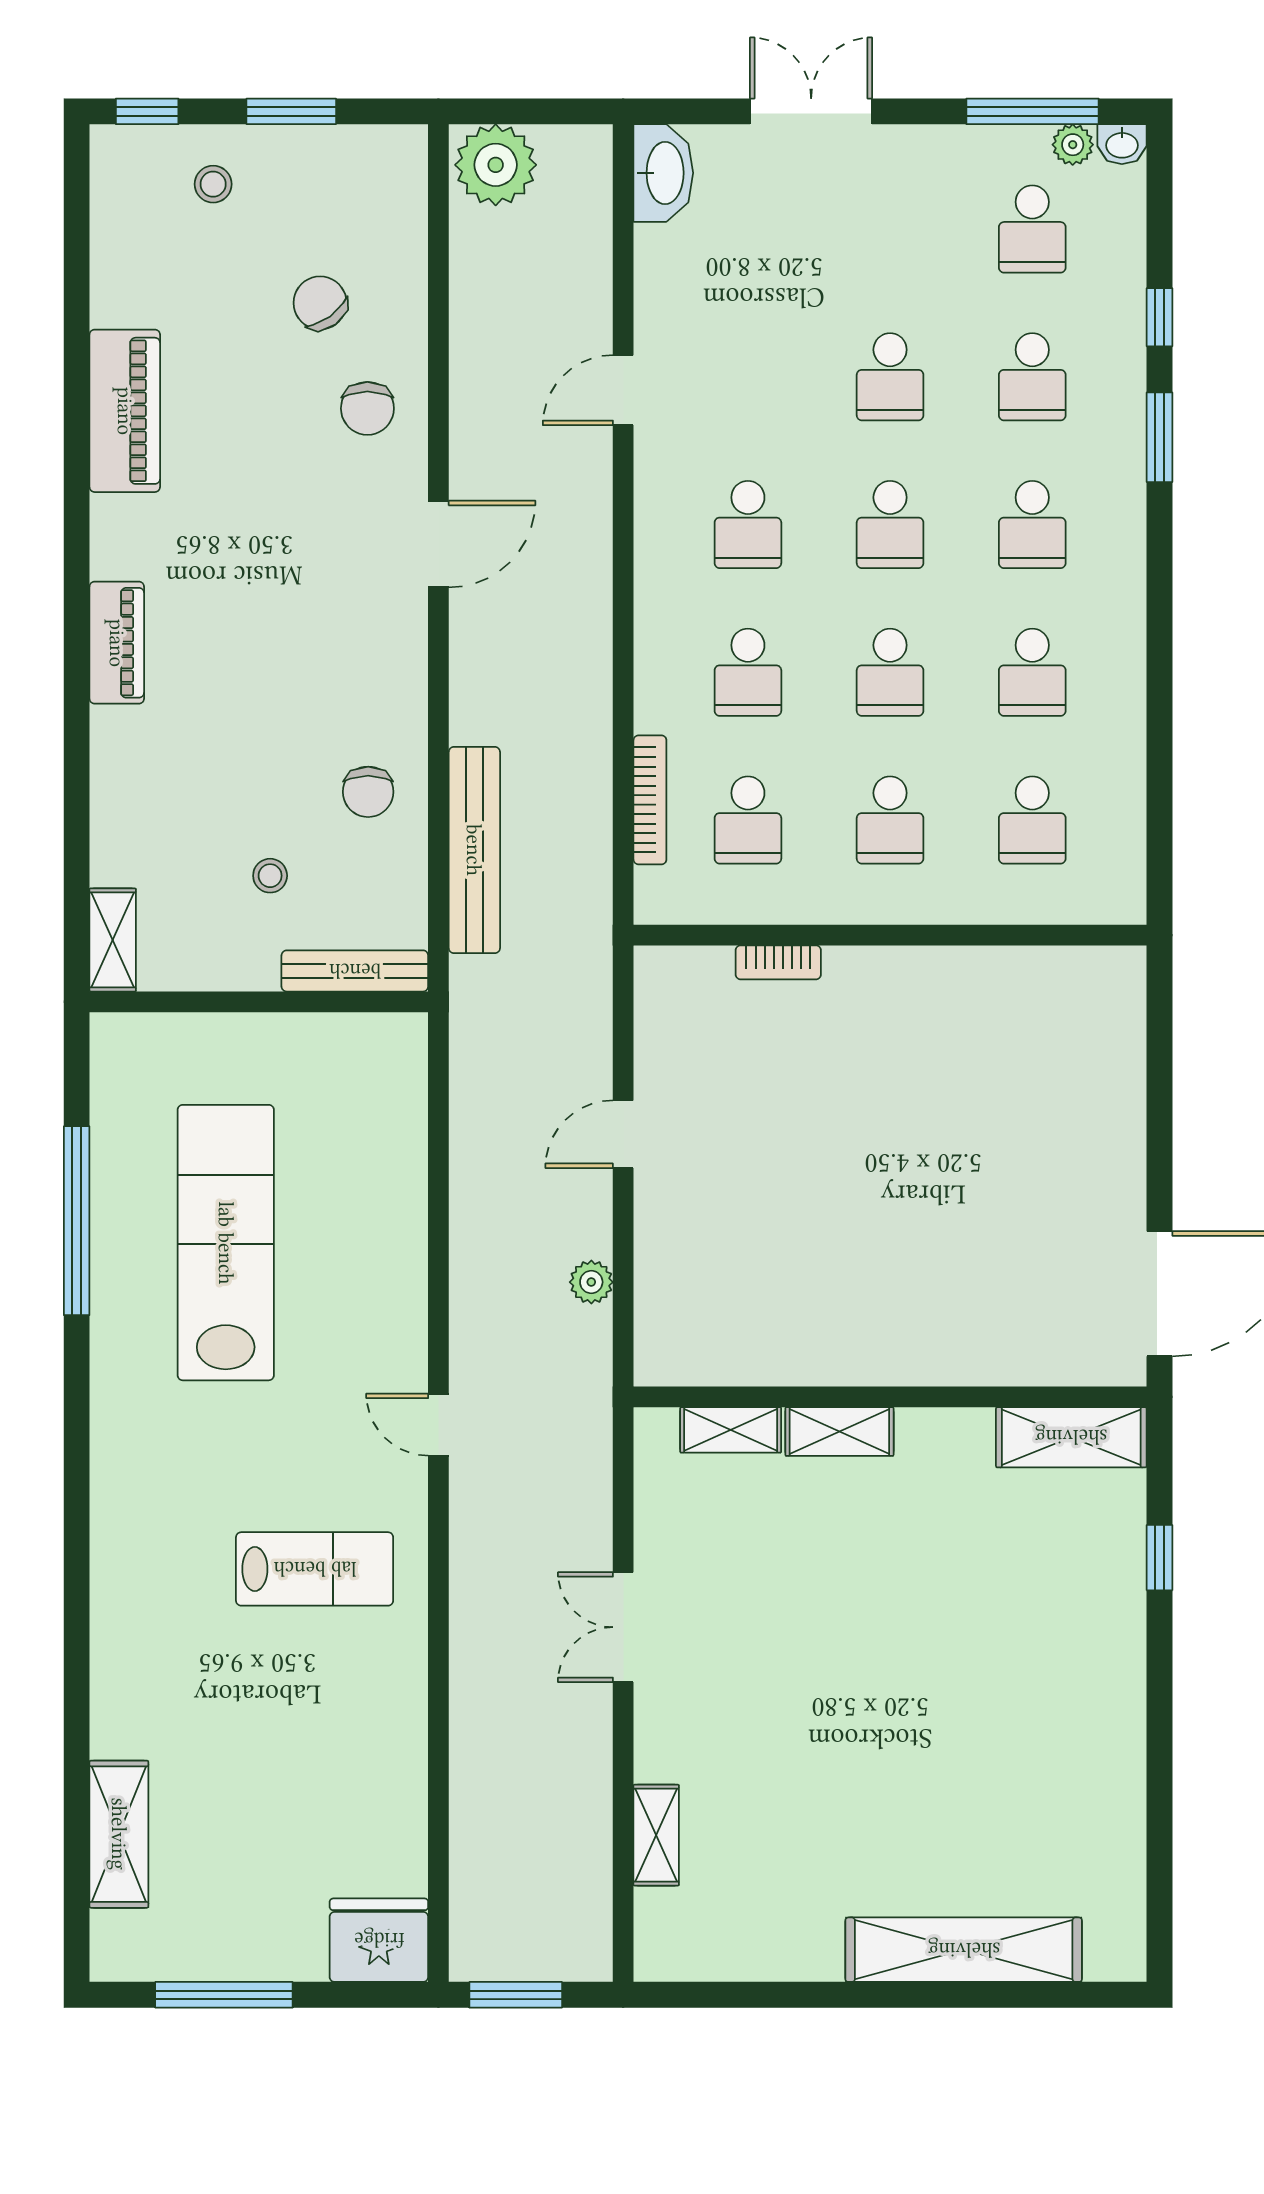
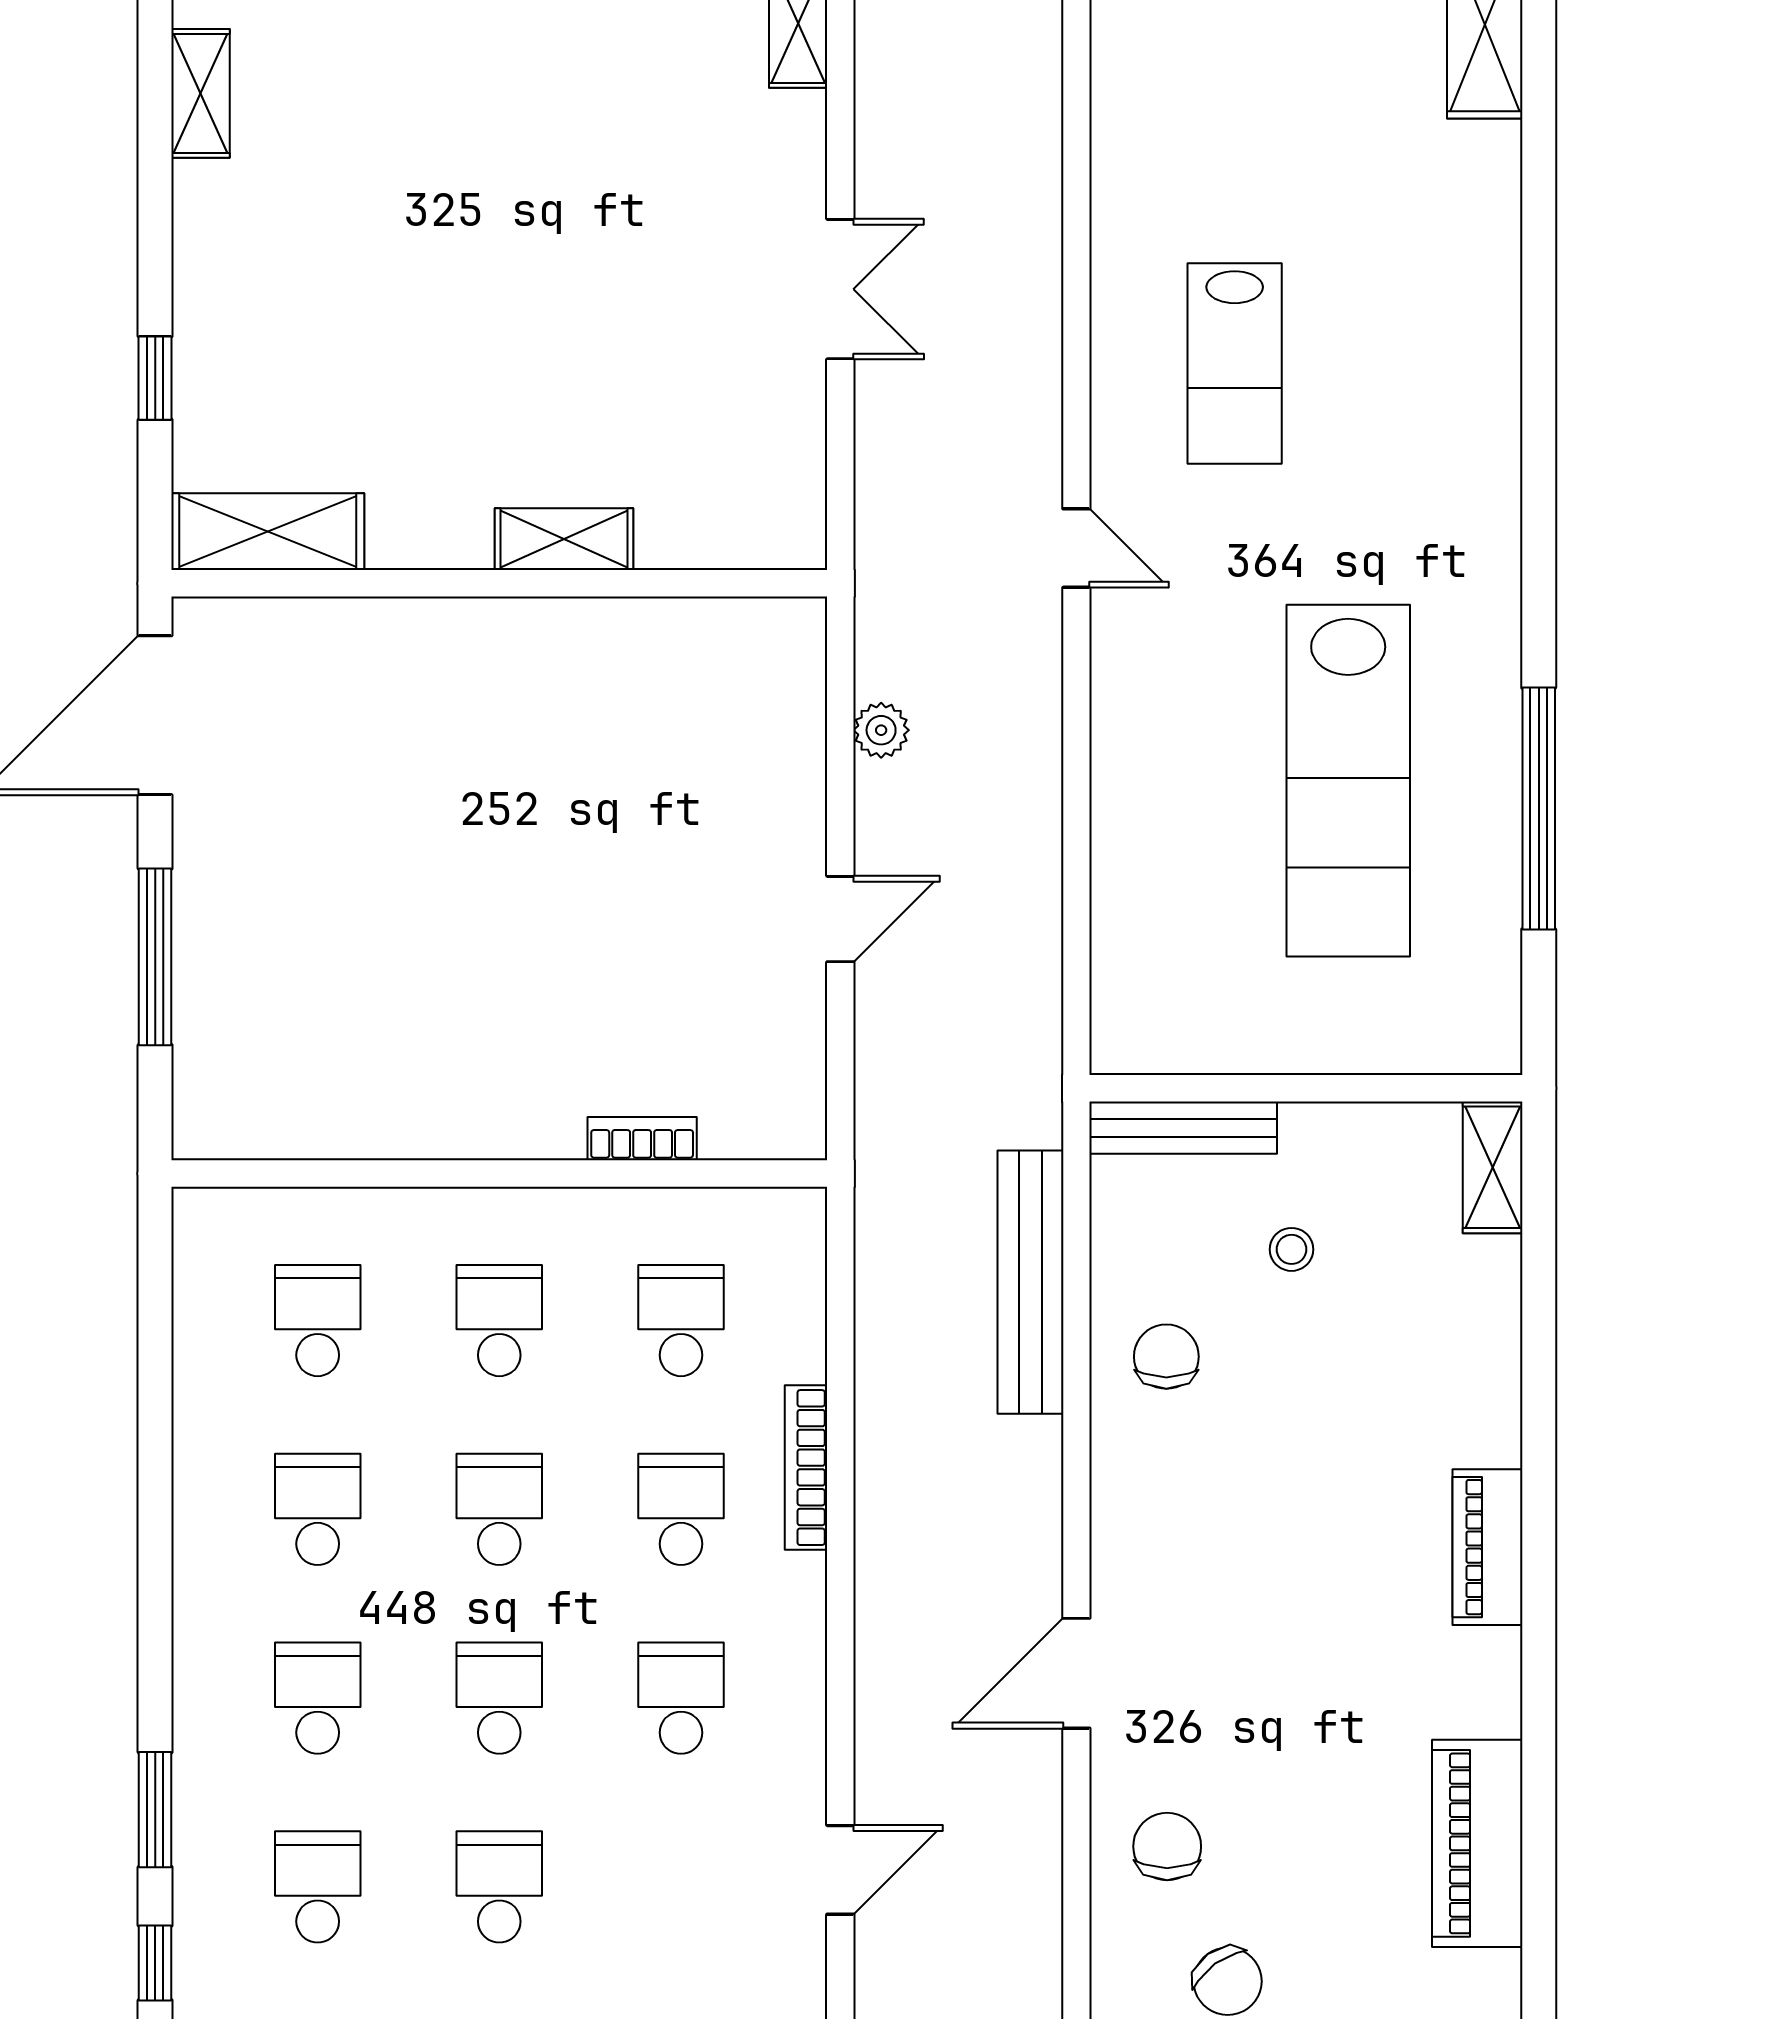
bookcase: (650, 800) -> (806, 1468), moved
window: (1160, 1105) -> (155, 957), added
shelving: (731, 1430) -> (200, 93), moved, turned 90
lab bench: (315, 1569) -> (1235, 364), turned -90

